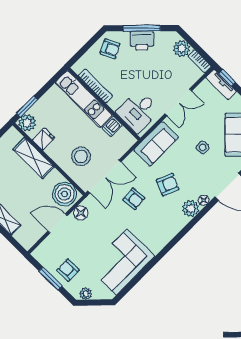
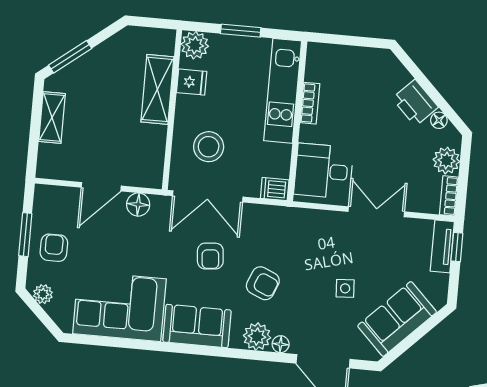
window: (142, 28) -> (430, 90), removed
floor lamp: (160, 36) -> (439, 120), added
armchair: (110, 49) -> (372, 72), removed
bookcase: (95, 86) -> (310, 103), width x0.64
double door: (178, 102) -> (376, 212), swing flipped
window: (27, 107) -> (241, 31), moved
dishwasher: (112, 126) -> (275, 189), moved
sofa: (156, 144) -> (197, 326), moved, turned 180
boiler: (64, 194) -> (145, 165), removed
door: (58, 223) -> (101, 187), swing flipped

